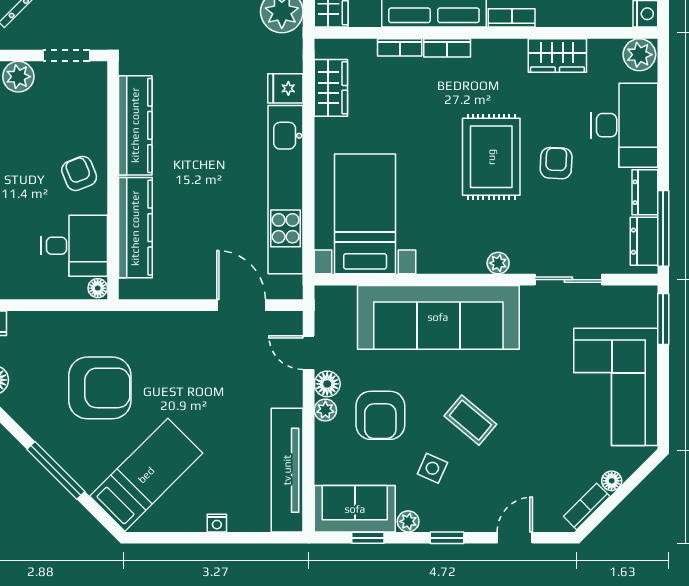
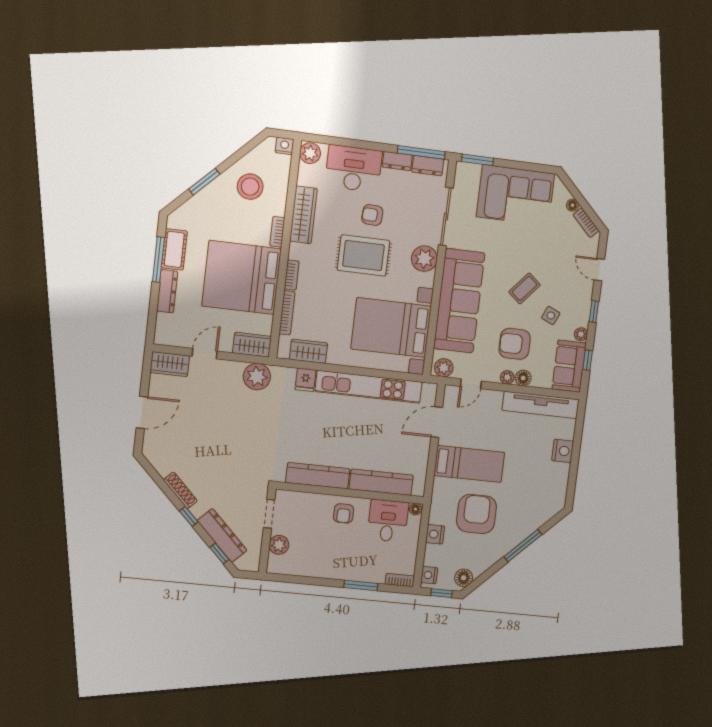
bookcase: (400, 47) -> (287, 313), width x1.56
wardrobe: (557, 55) -> (303, 215), width x1.50
armchair: (79, 173) -> (344, 513), turned -68
bed with nightstands: (365, 214) -> (391, 328), width x1.36
plant: (498, 263) -> (424, 259), width x1.87, depth x1.87
sliding door: (568, 280) -> (446, 217), width x1.37
plant: (329, 306) -> (444, 368), added
nightstand: (60, 325) -> (435, 534), added
floor lamp: (327, 384) -> (523, 378), moved
armchair: (380, 415) -> (515, 344), turned 180
bed: (146, 475) -> (469, 464), moved, turned 135
nightstand: (217, 523) -> (563, 451), width x1.89, depth x1.79

